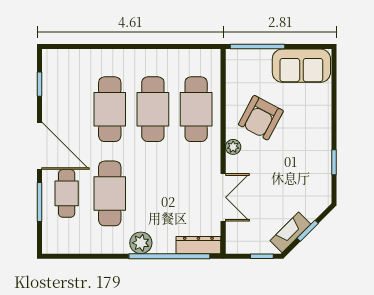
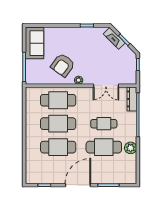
armchair: (261, 118) -> (63, 65), turned 98
cafe table: (67, 193) -> (104, 124), moved
double door: (223, 197) -> (106, 86), swing flipped
fireplace: (290, 232) -> (114, 38), moved
plant: (141, 243) -> (131, 148), moved

